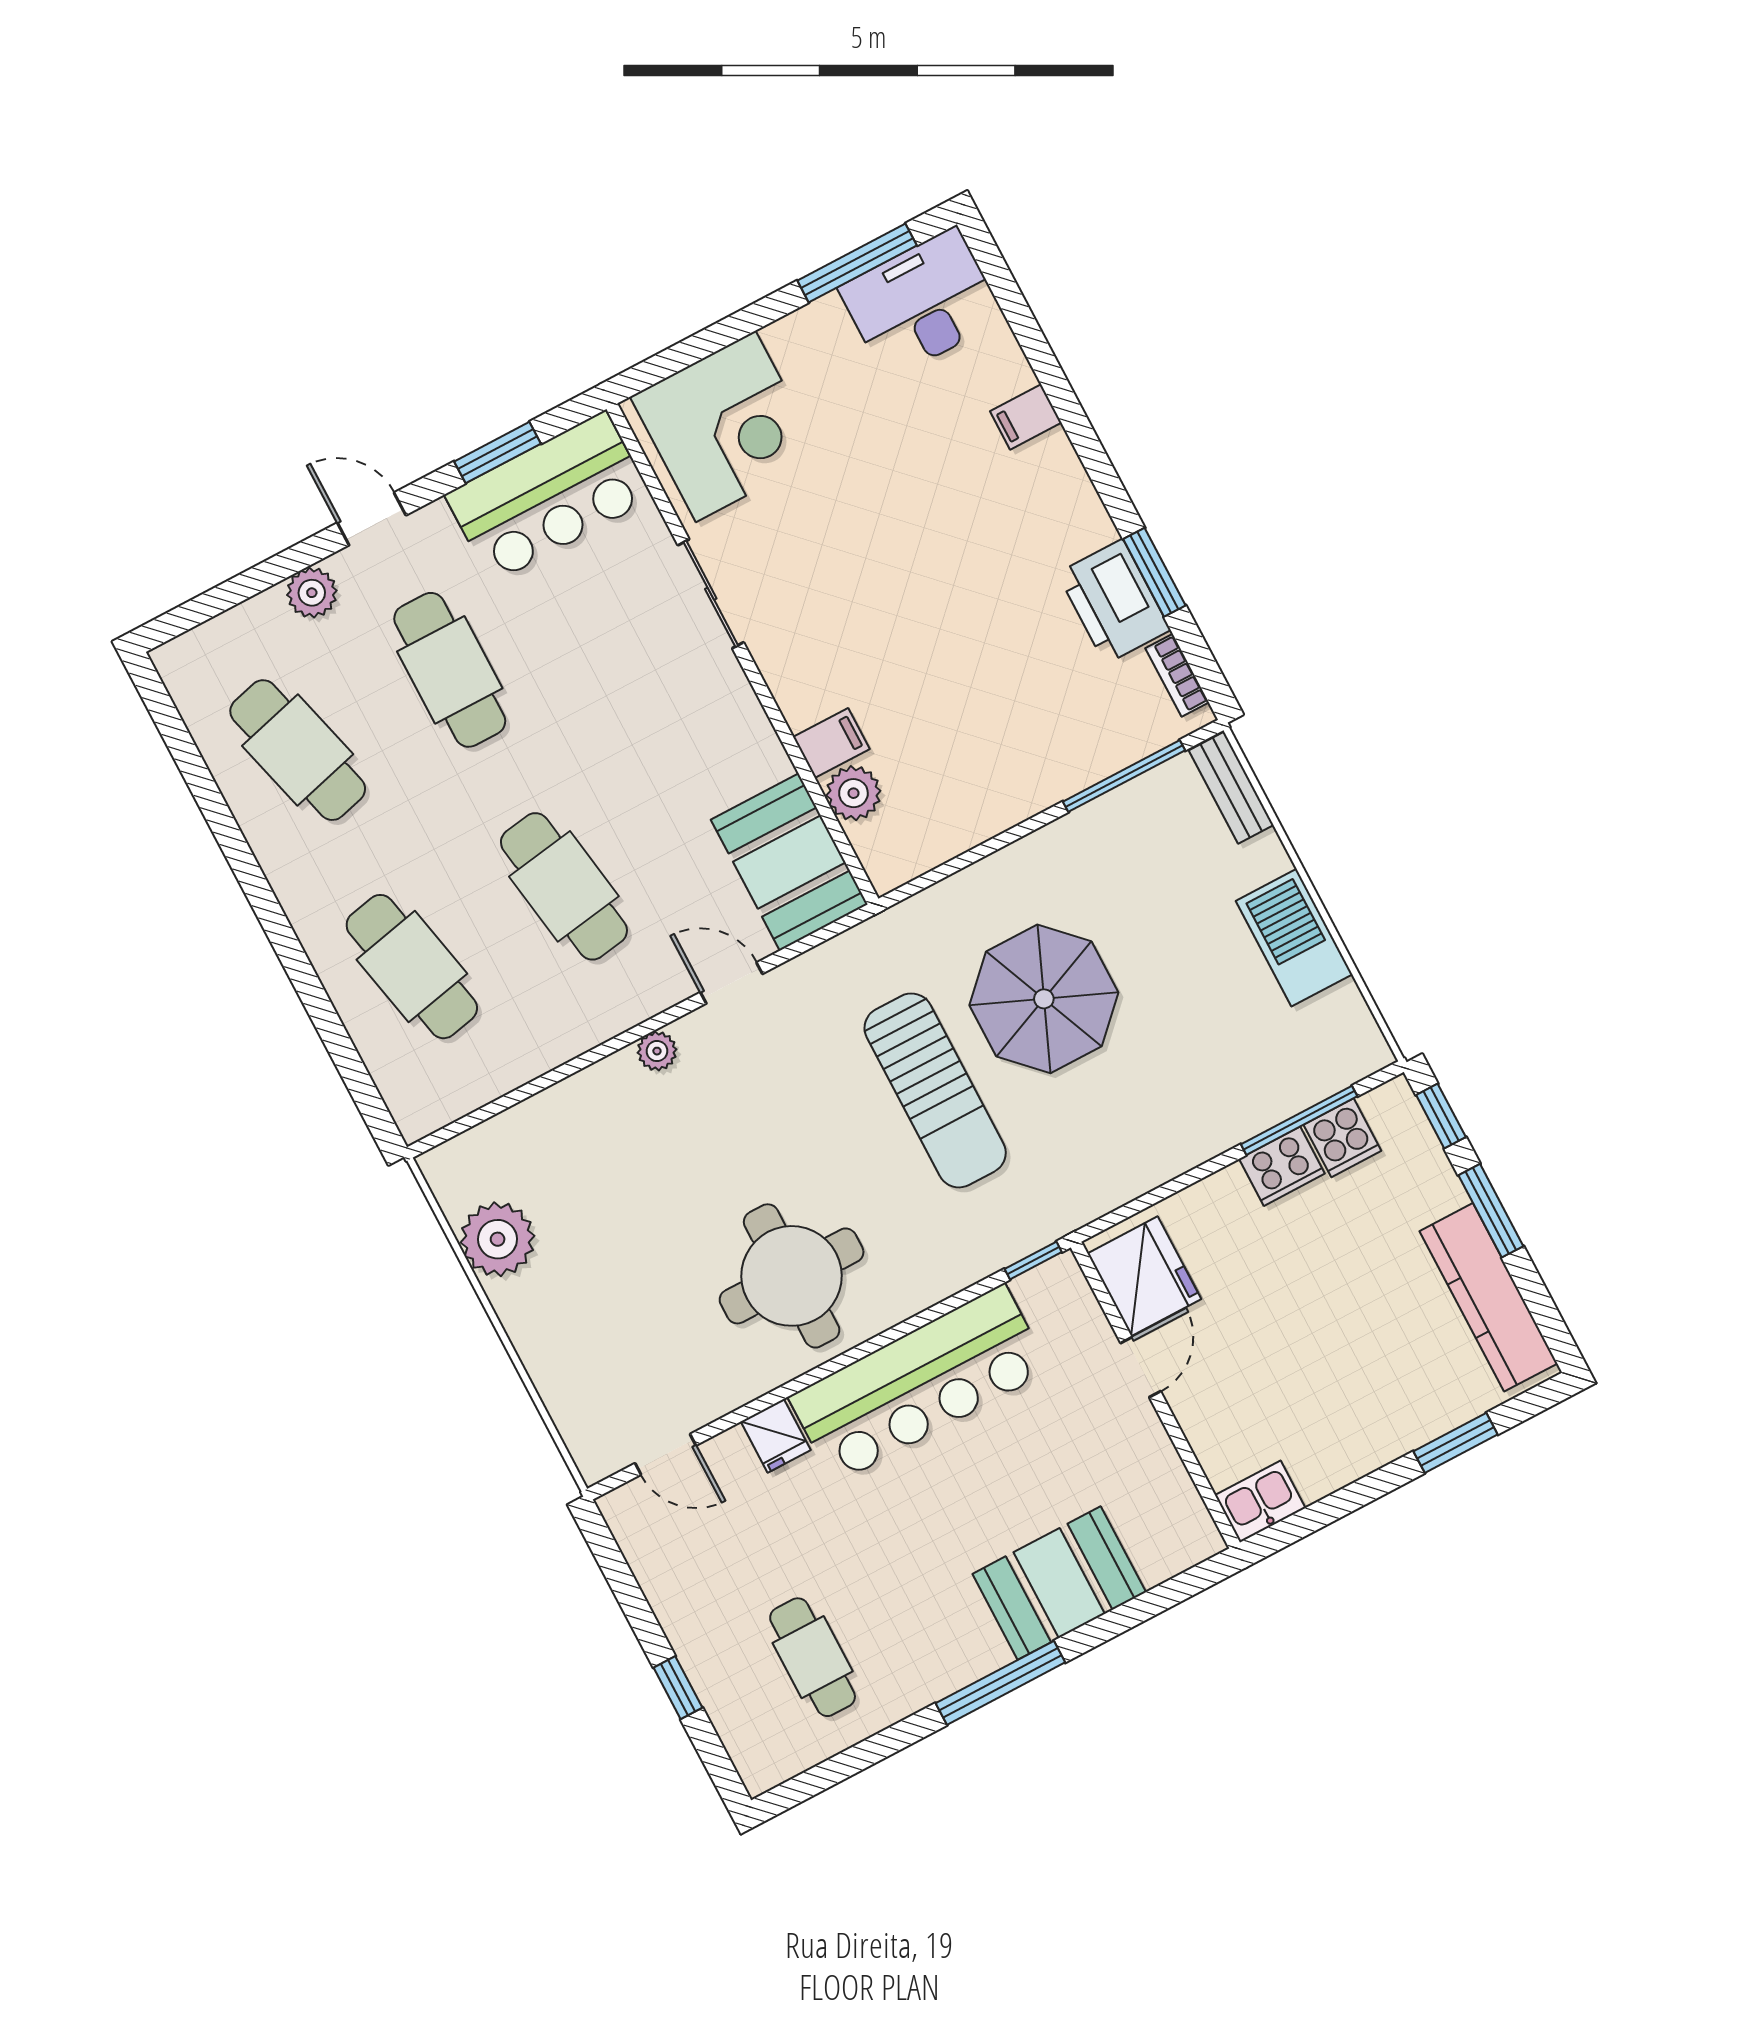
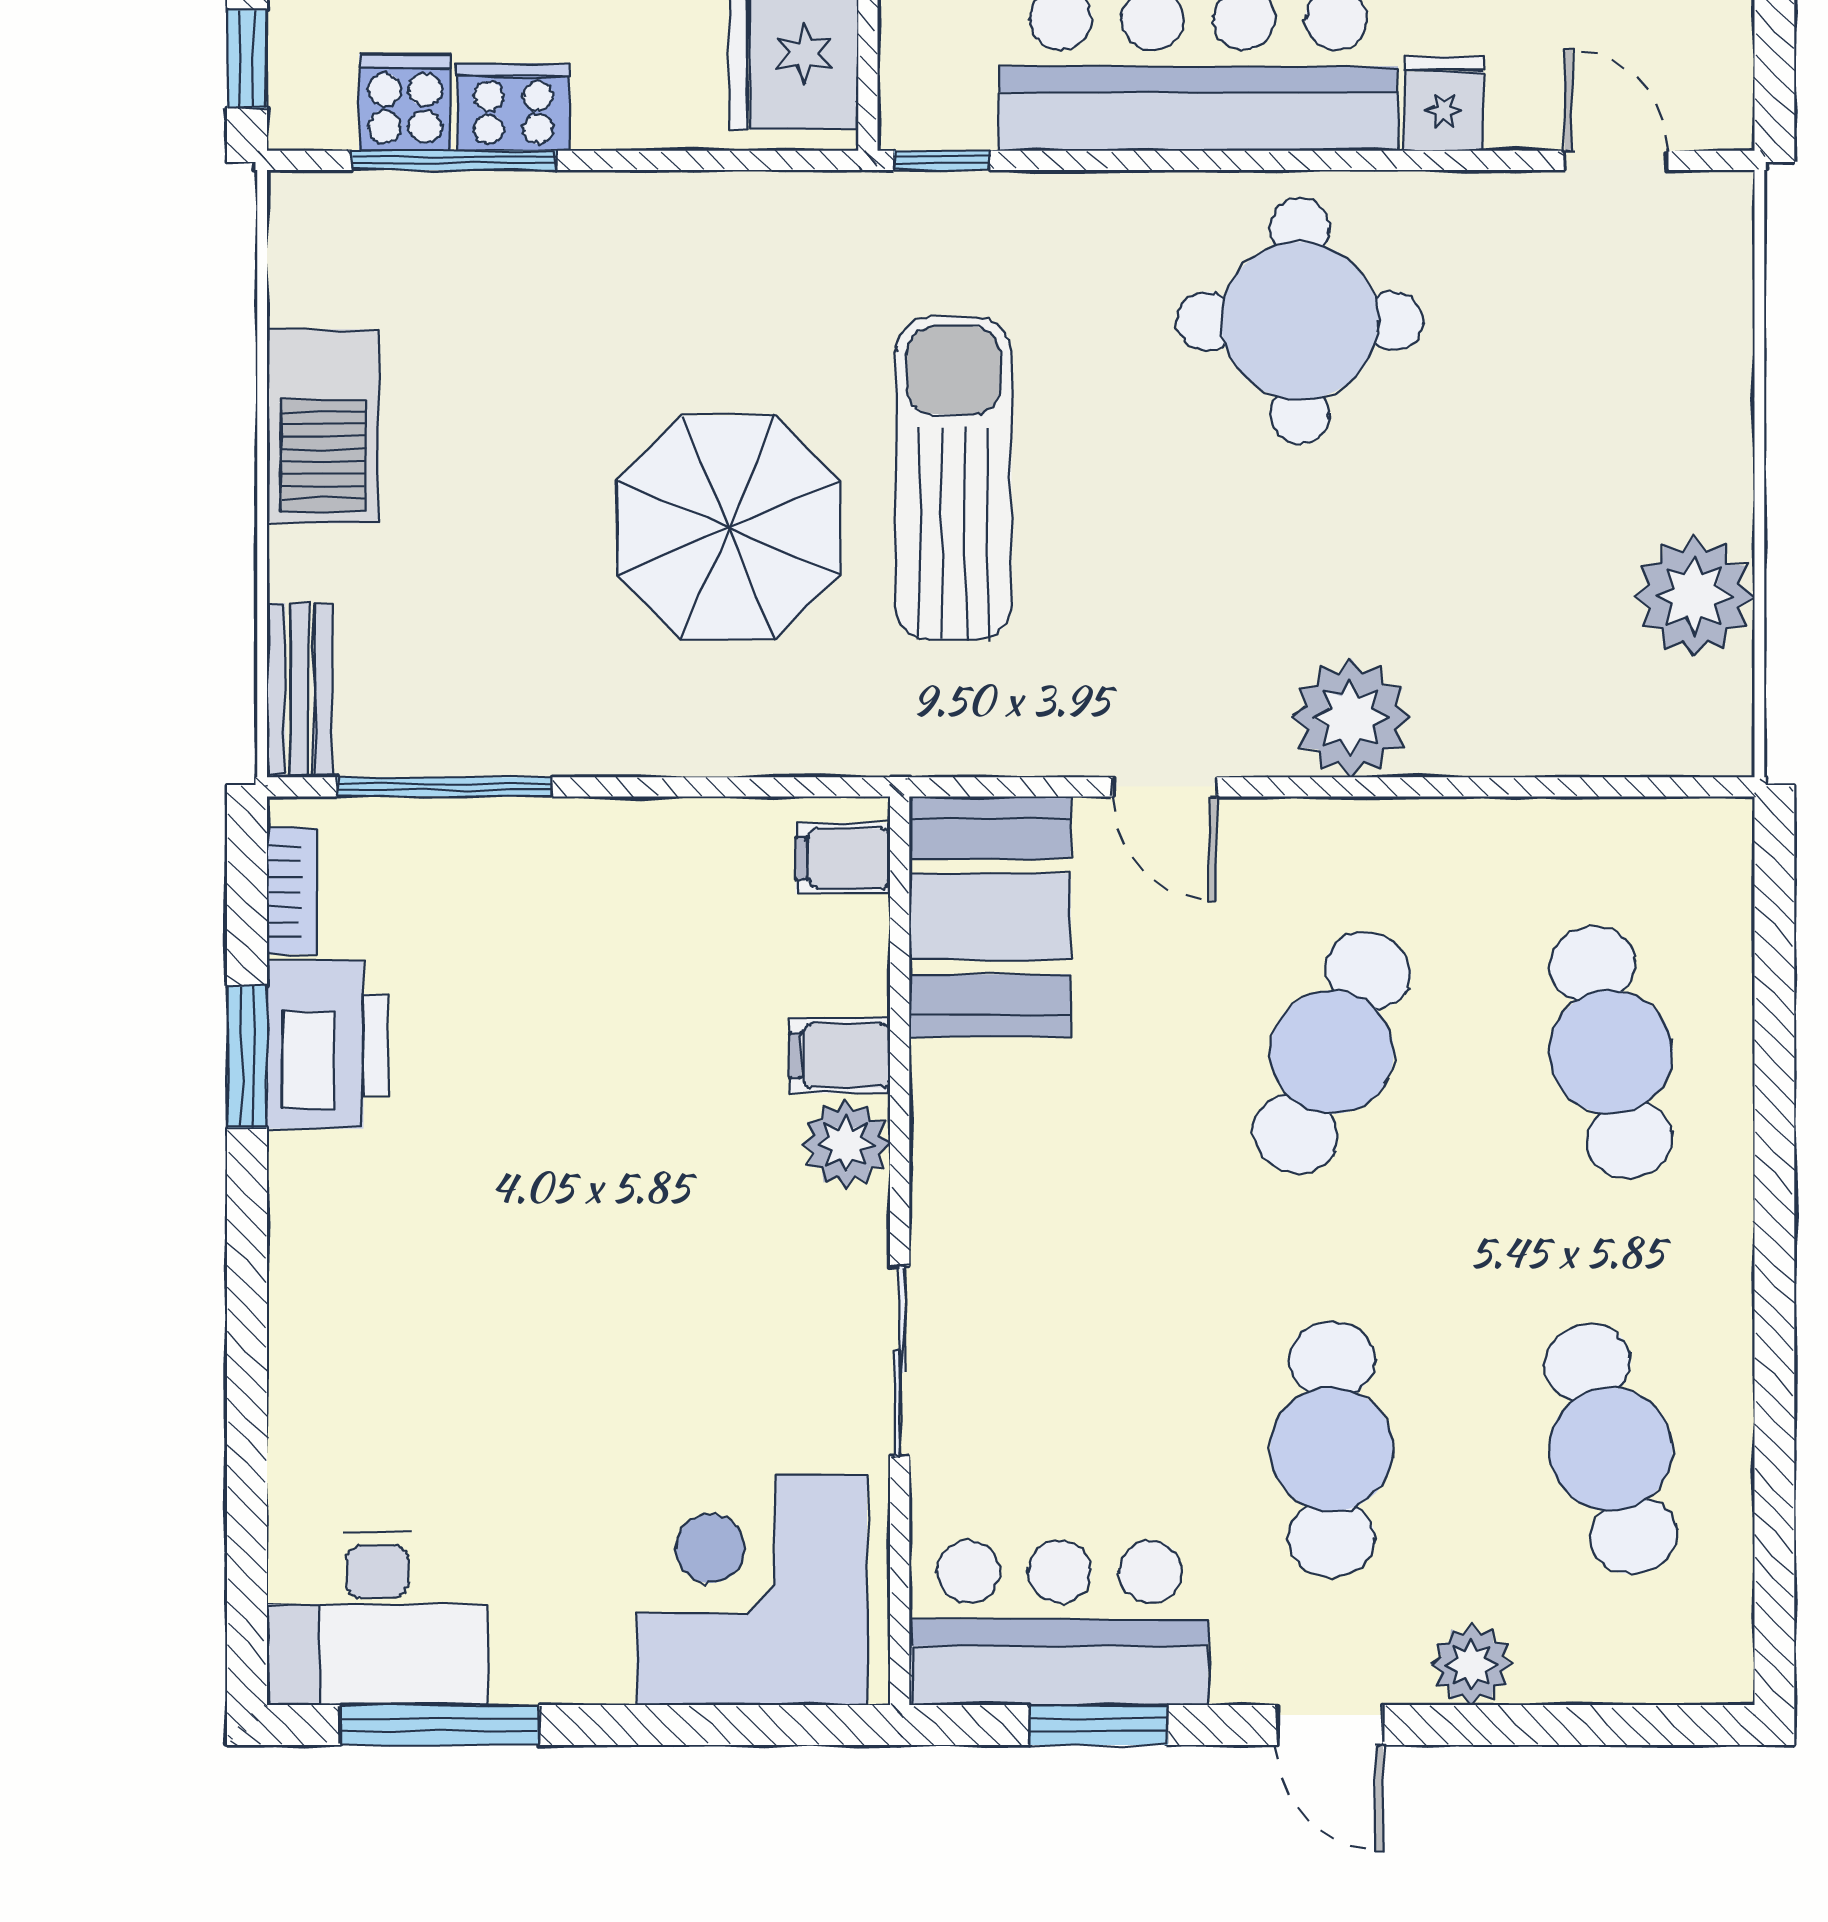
filing cabinet: (1026, 417) -> (843, 858), moved, turned 180
plant: (853, 793) -> (846, 1144), moved
cafe table: (564, 886) -> (1332, 1052), turned 33
plant: (657, 1051) -> (1351, 718), width x1.87, depth x1.87

